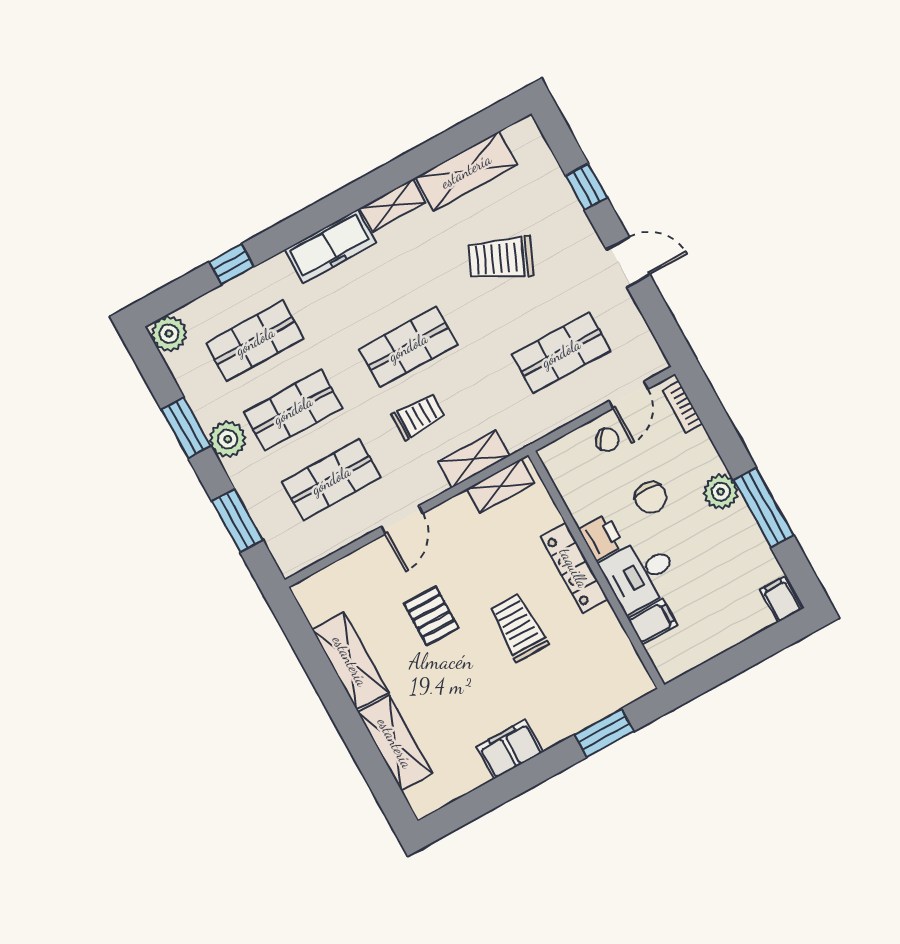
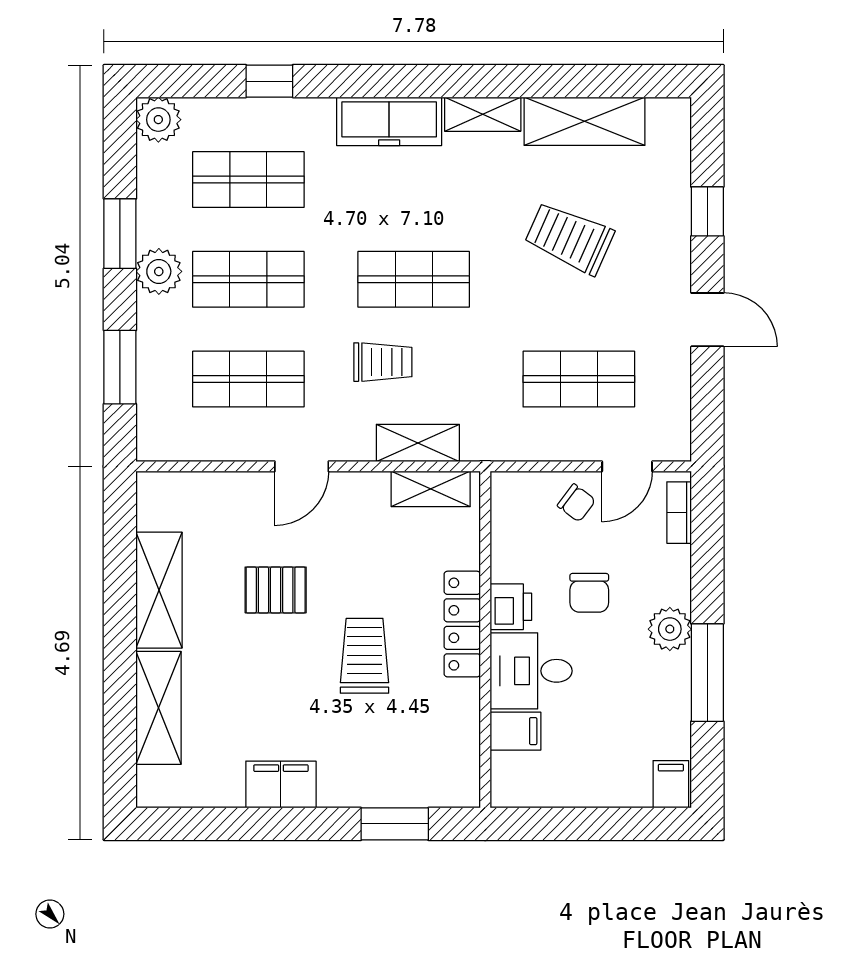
pallet: (431, 616) -> (276, 590), turned 90

